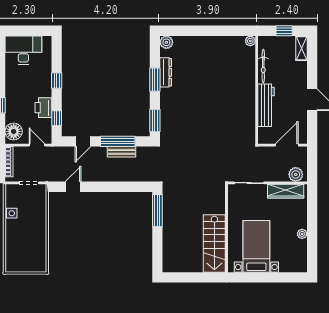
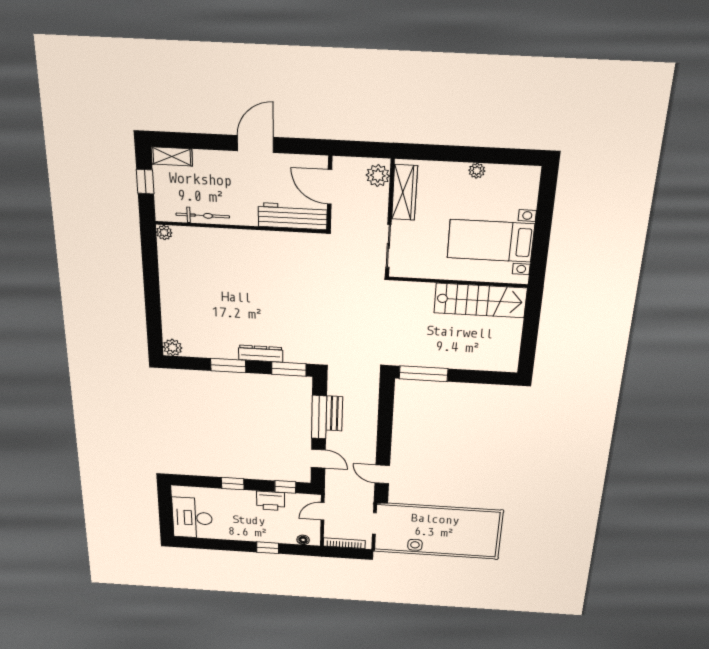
dresser: (166, 72) -> (261, 354), moved
workbench: (266, 105) -> (293, 216), moved
floor lamp: (14, 131) -> (303, 540), width x0.53, depth x0.53

